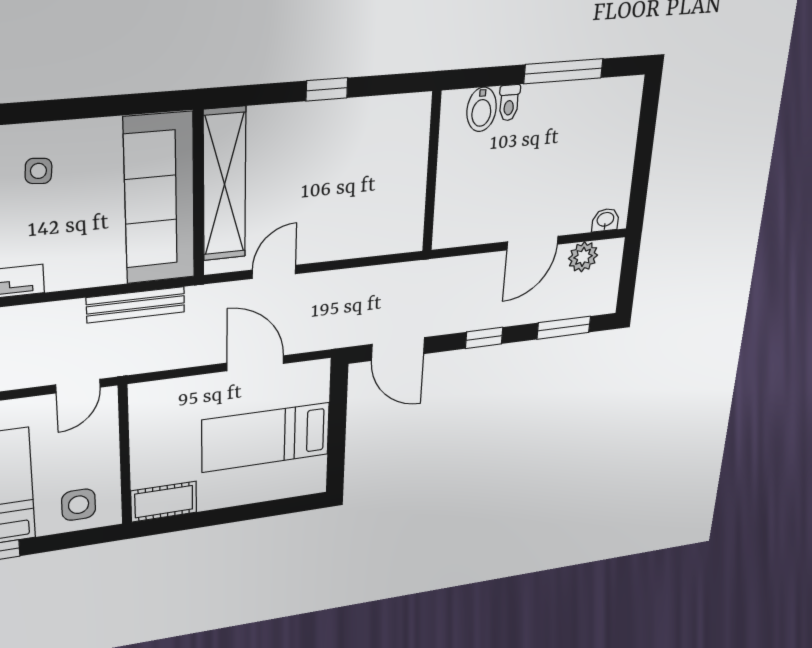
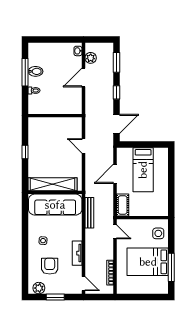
bidet: (482, 109) -> (35, 71), moved
door: (533, 243) -> (83, 77), swing flipped
door: (274, 272) -> (83, 146), moved
cot: (164, 502) -> (123, 205), moved

